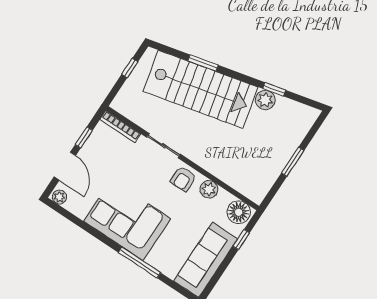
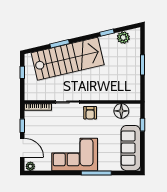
plant: (265, 100) -> (123, 38), moved
plant: (209, 189) -> (107, 109), removed
floor lamp: (239, 212) -> (121, 111), moved

